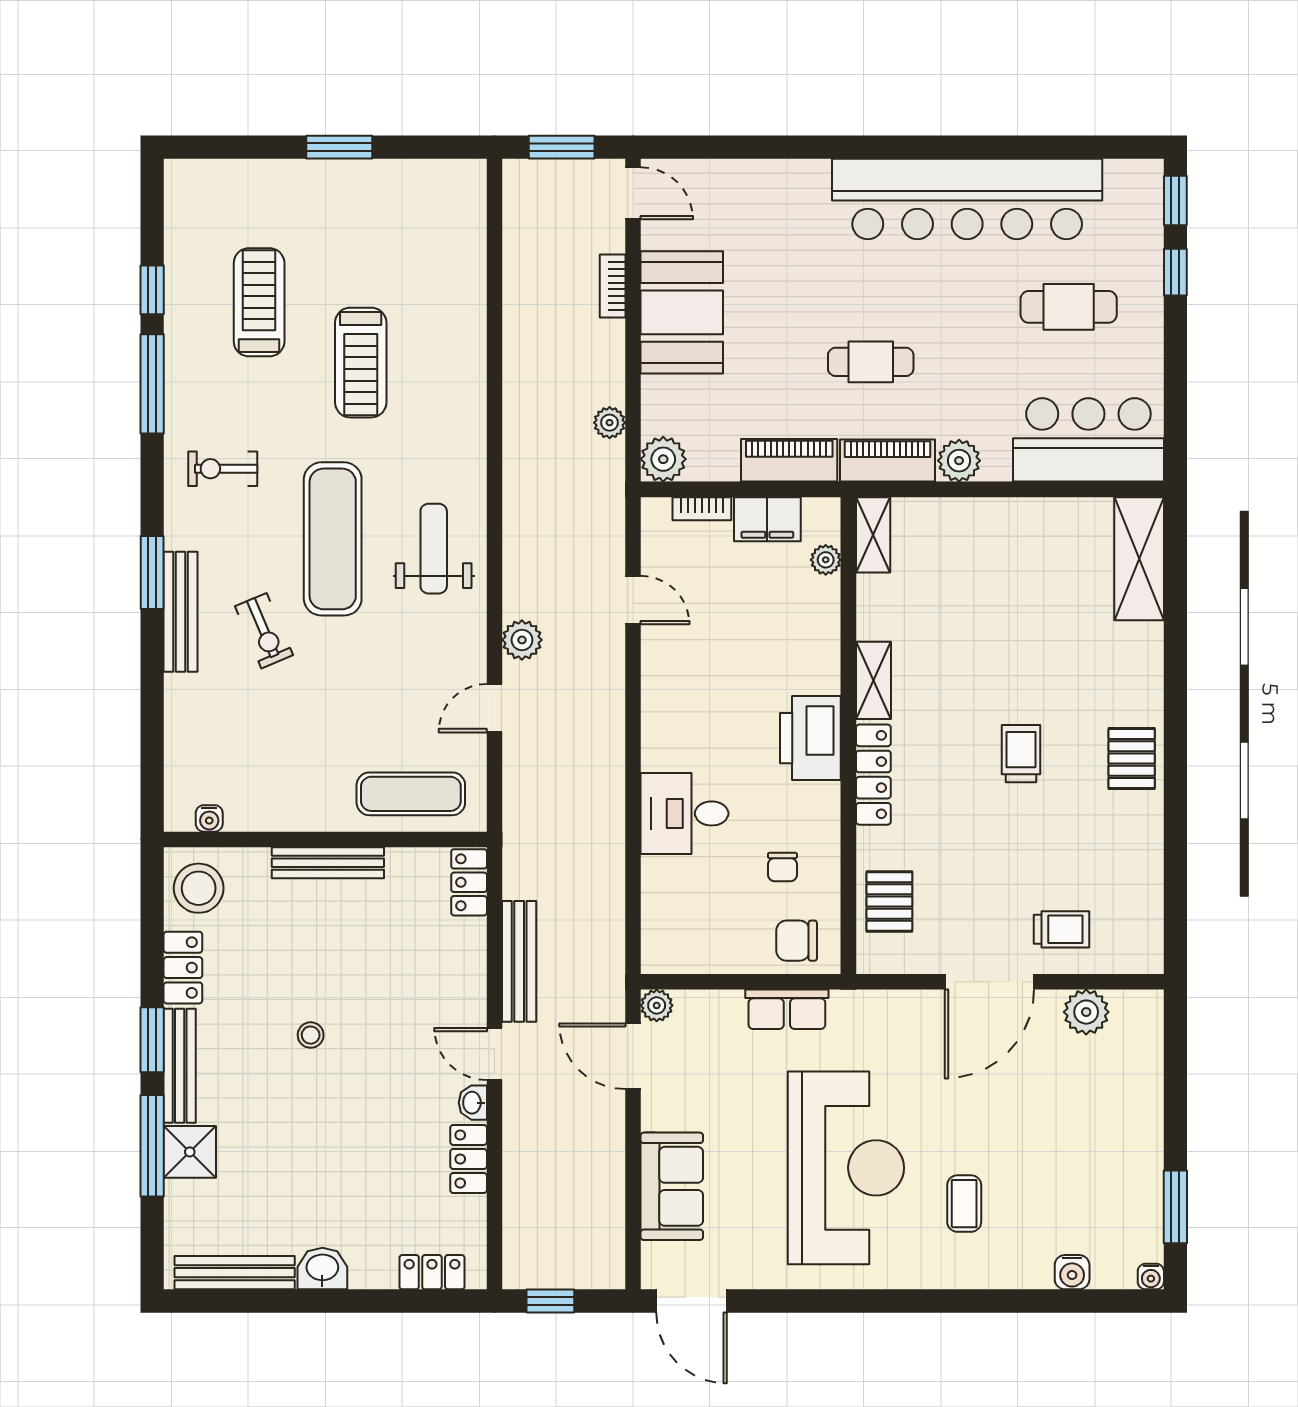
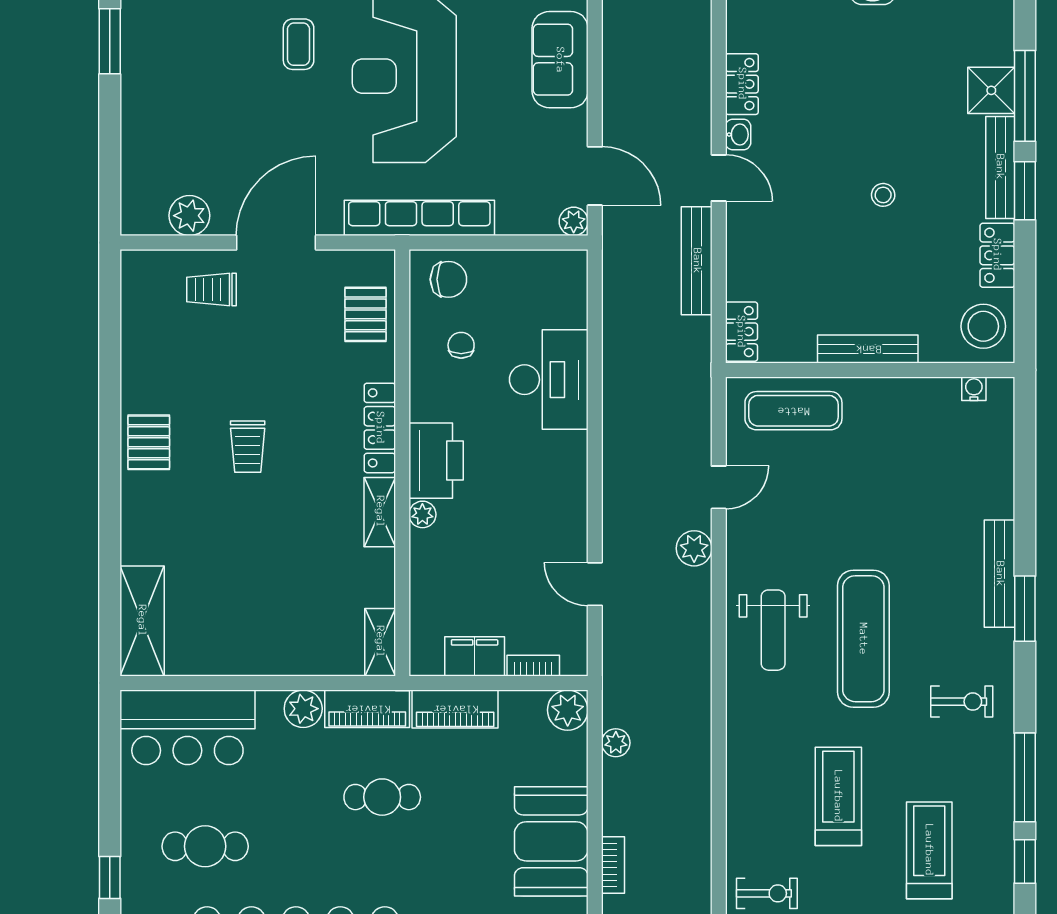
treadmill: (259, 302) -> (929, 850), turned 180
plant: (826, 560) -> (422, 514), moved
exercise bike: (264, 631) -> (767, 893), moved, turned 113
desk: (684, 813) -> (549, 380), width x1.37
row of seats: (787, 1009) -> (419, 218), width x2.02

